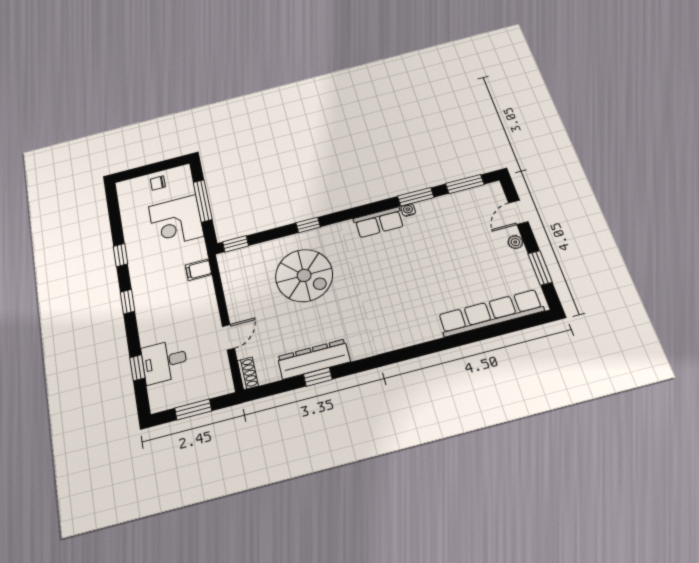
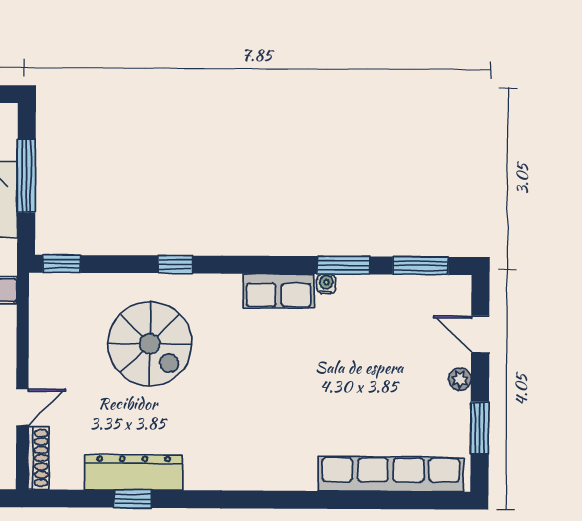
door: (518, 212) -> (480, 334), hinge flipped
shoe rack: (248, 373) -> (39, 458), width x1.43

